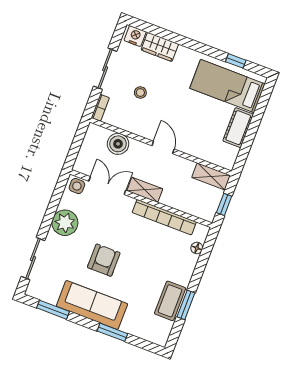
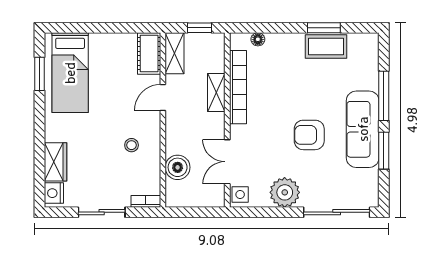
window: (236, 61) -> (39, 74), width x1.50
stool: (140, 93) -> (132, 145), moved
cot: (238, 128) -> (149, 53), moved, turned 90
door: (163, 147) -> (163, 98), moved
shelving: (145, 190) -> (216, 93), moved
sliding door: (33, 259) -> (337, 212), width x1.37
window: (53, 310) -> (384, 151), moved
window: (112, 332) -> (384, 96), width x1.44

